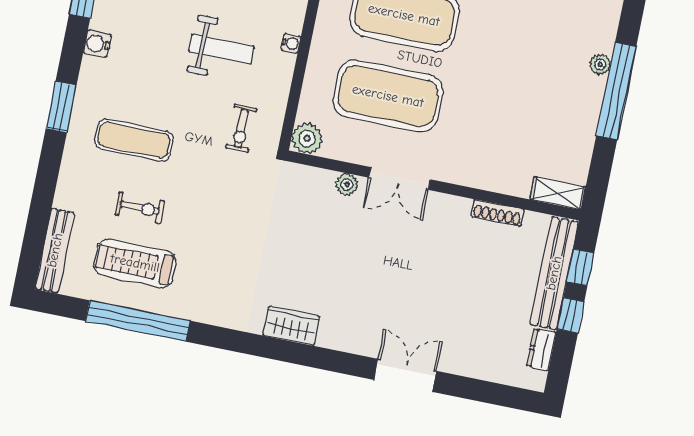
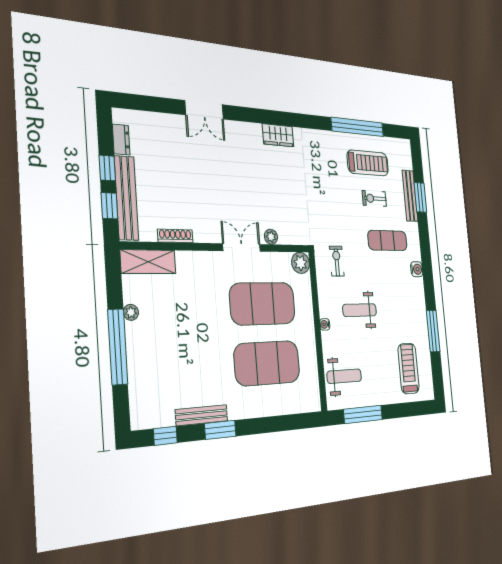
water cooler: (97, 44) -> (417, 269), moved
plant: (600, 64) -> (131, 312), moved
window: (61, 107) -> (420, 197), moved
shelving: (558, 193) -> (148, 262), width x1.50, depth x1.33
bench: (55, 250) -> (410, 196), moved

